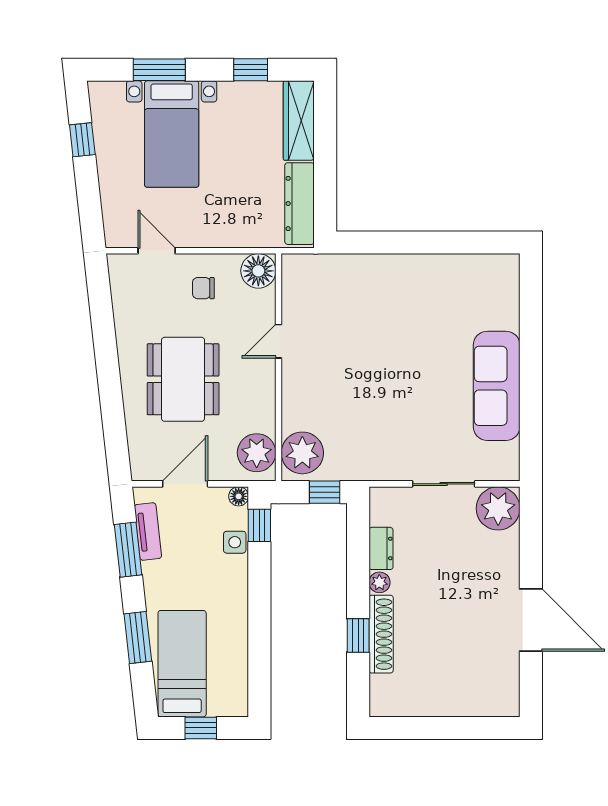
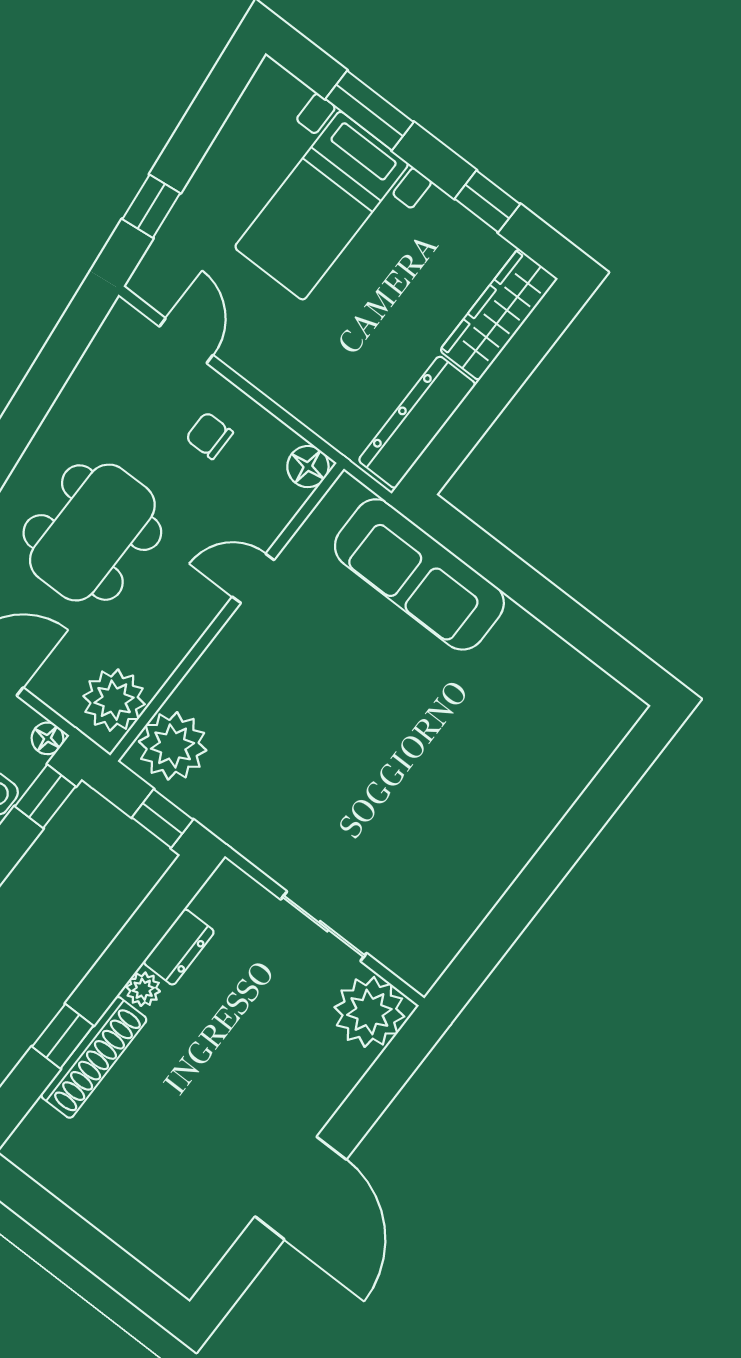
window: (82, 140) -> (151, 206), moved
floor lamp: (258, 271) -> (308, 467), width x0.73, depth x0.73
sofa: (497, 386) -> (419, 574), moved, turned -90

